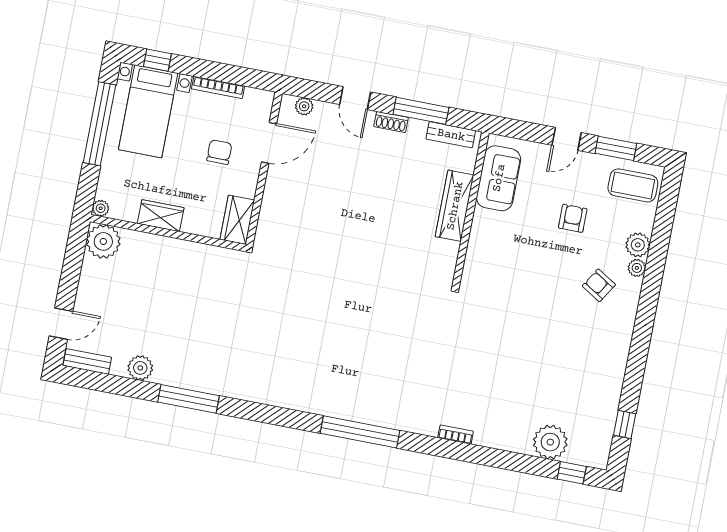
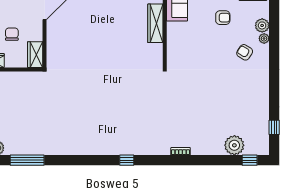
chair: (219, 152) -> (12, 34), moved
armchair: (573, 218) -> (223, 18), turned 90
window: (360, 432) -> (127, 160), width x0.32

